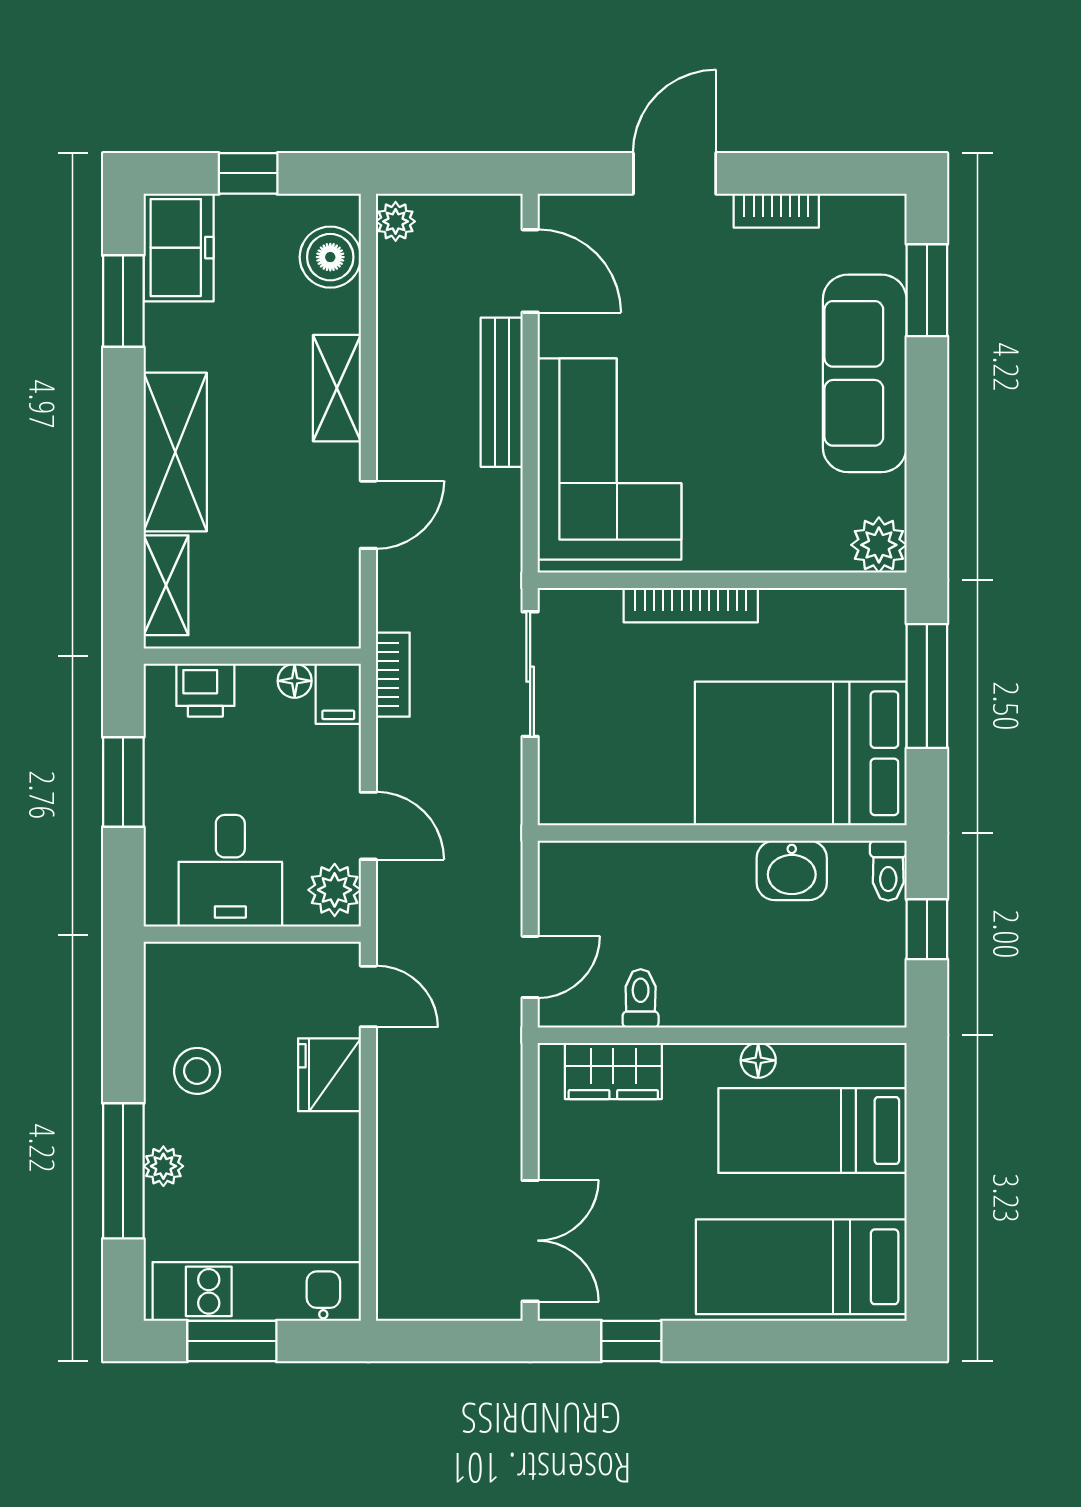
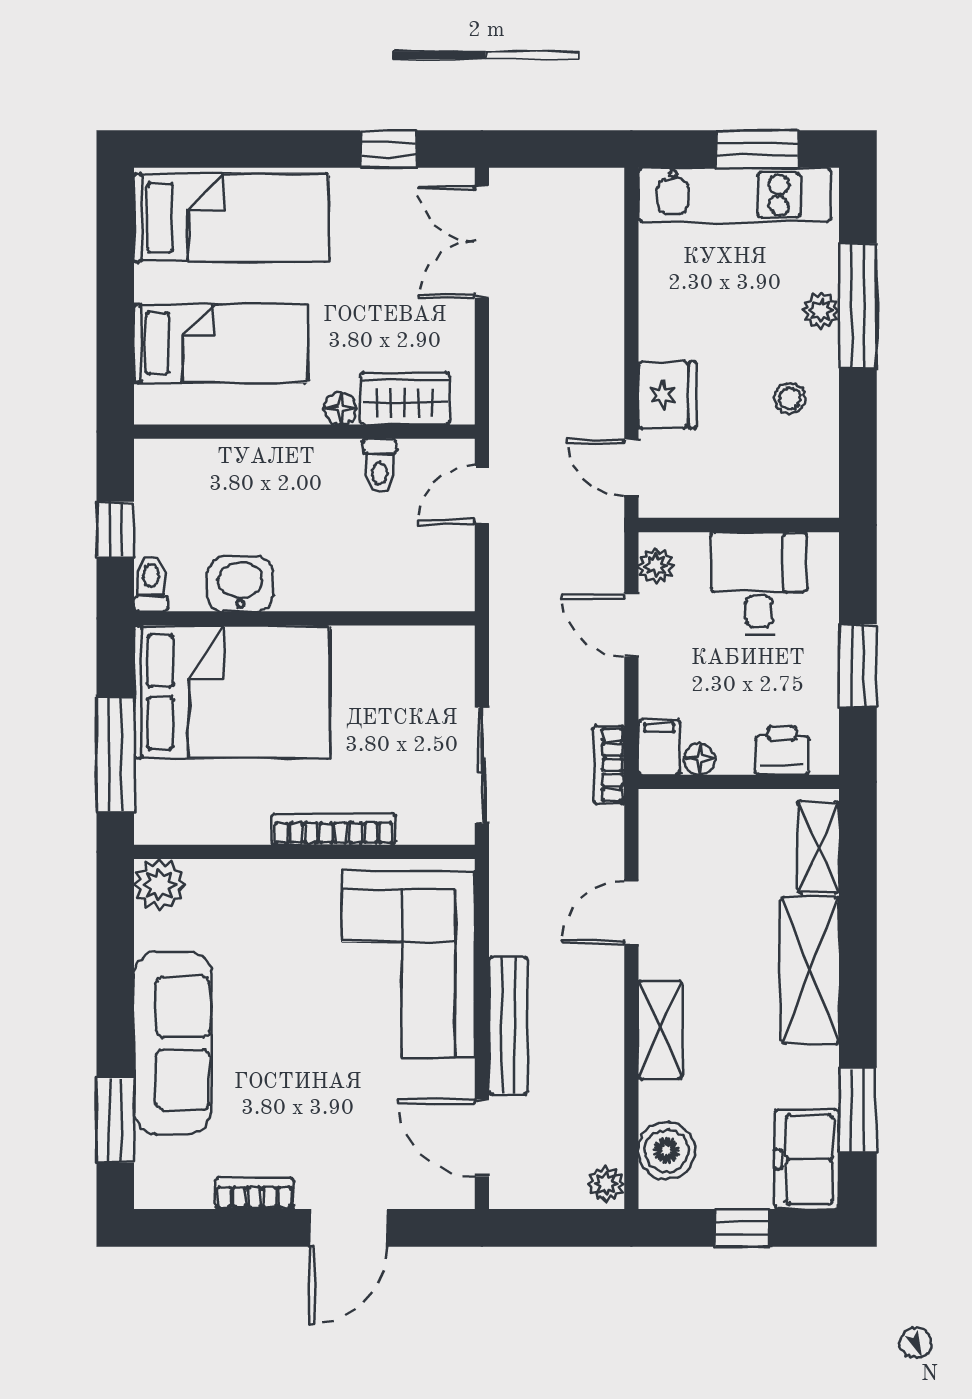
plant: (335, 890) -> (656, 566), width x0.73, depth x0.73
floor lamp: (758, 1060) -> (340, 408), moved
stool: (197, 1071) -> (790, 399), width x0.73, depth x0.73

